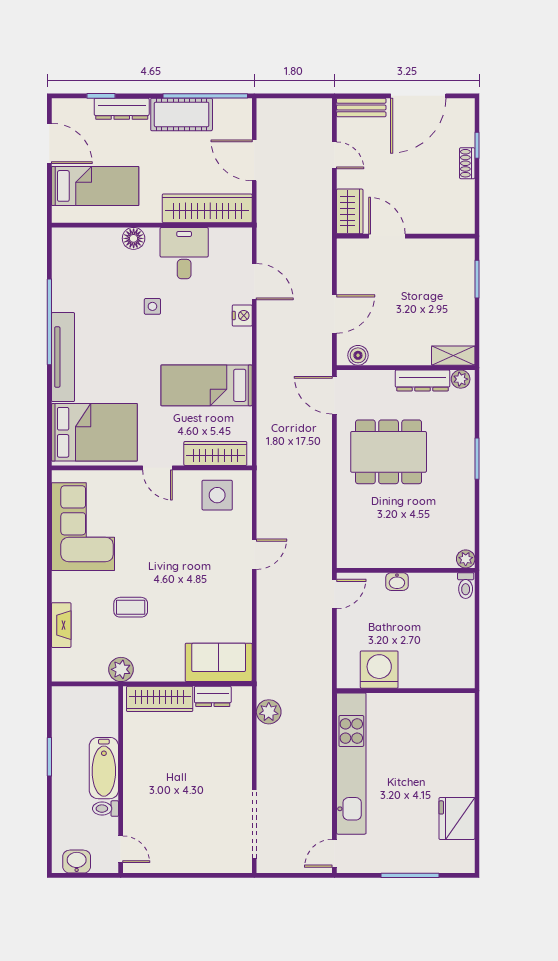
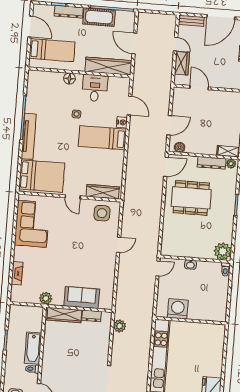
wardrobe: (350, 211) -> (182, 63), moved
bed: (207, 385) -> (102, 138), moved
door: (334, 395) -> (166, 167), swing flipped
plant: (466, 559) -> (223, 251), width x1.88, depth x1.88
coffee table: (131, 607) -> (53, 267), removed
sofa: (219, 662) -> (82, 298), moved

